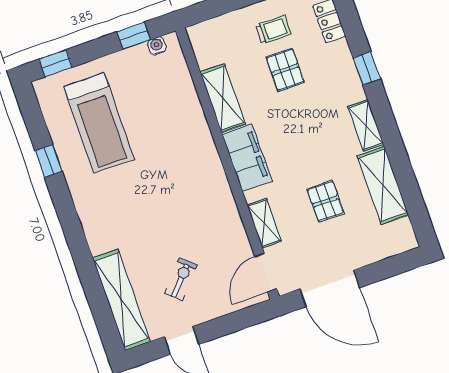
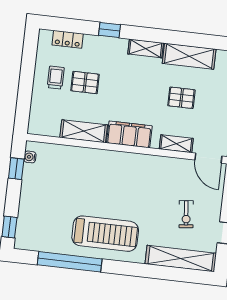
treadmill: (99, 123) -> (105, 234), moved
window: (49, 161) -> (70, 262), width x3.17
exercise bike: (181, 279) -> (186, 214), turned -138

